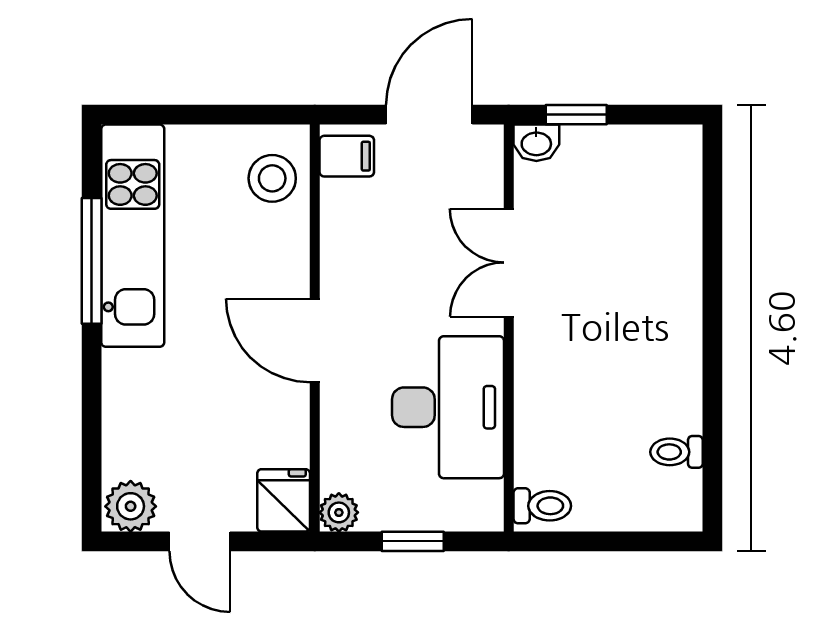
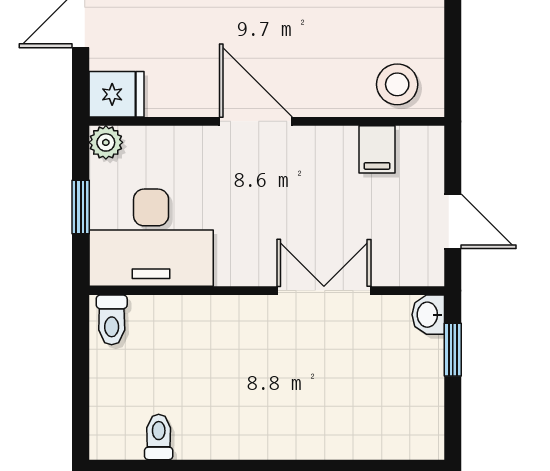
door: (429, 115) -> (453, 221), width x0.73
filing cabinet: (347, 156) -> (377, 149), moved
door: (315, 340) -> (256, 121), hinge flipped
desk: (448, 407) -> (151, 238), moved

